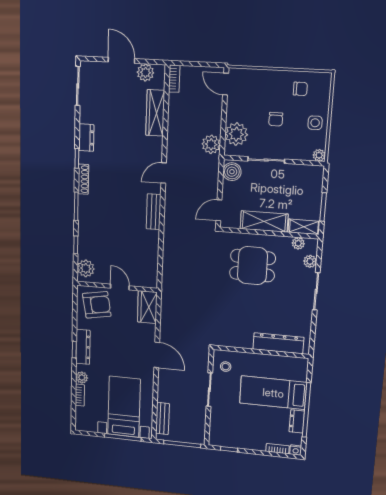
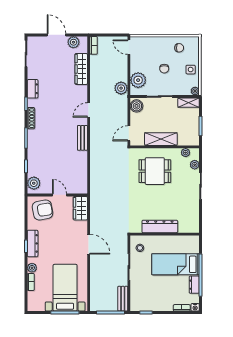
shelving: (304, 227) -> (189, 103), moved
dresser: (278, 343) -> (160, 226), moved
bench: (162, 418) -> (123, 299), moved

